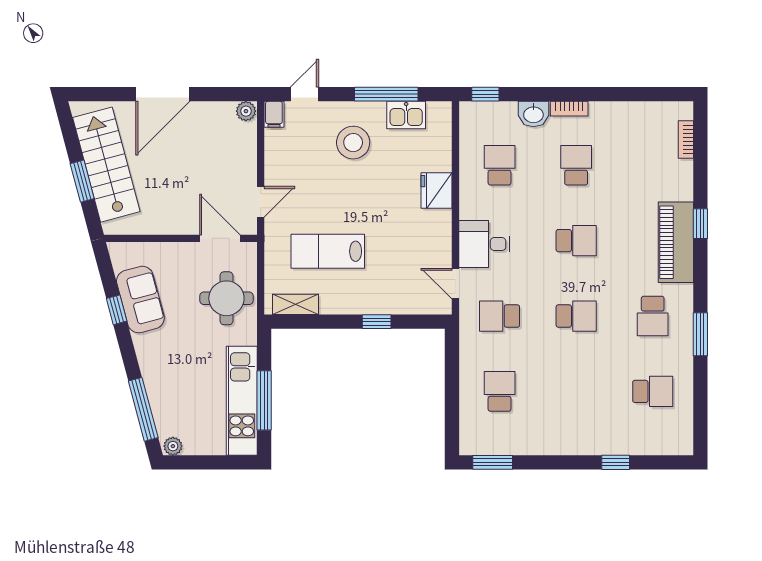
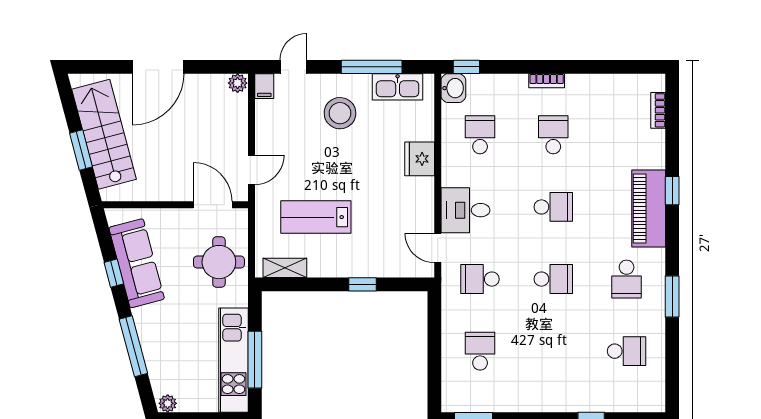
washbasin: (533, 114) -> (453, 88), moved, turned -90
kitchen sink: (406, 115) -> (398, 87), width x1.38
sofa: (140, 300) -> (137, 263), width x1.36
window: (143, 409) -> (133, 346), moved

